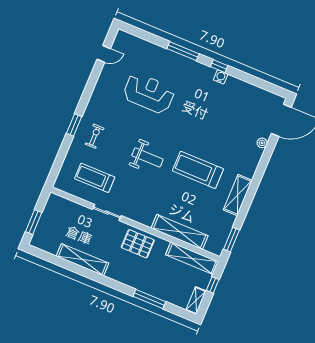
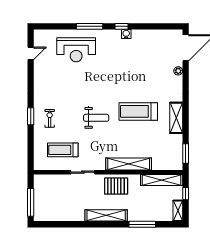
reception desk: (149, 93) -> (76, 50), moved, turned 180
window: (34, 222) -> (31, 202), width x1.44
shelving: (180, 232) -> (129, 164), moved
shelving: (83, 260) -> (106, 215), moved

